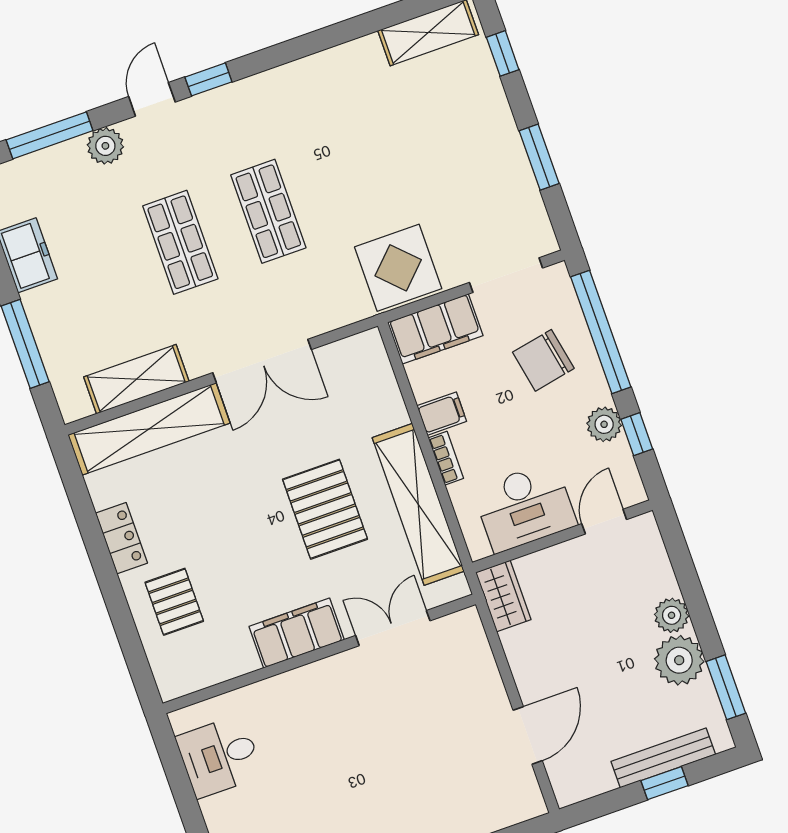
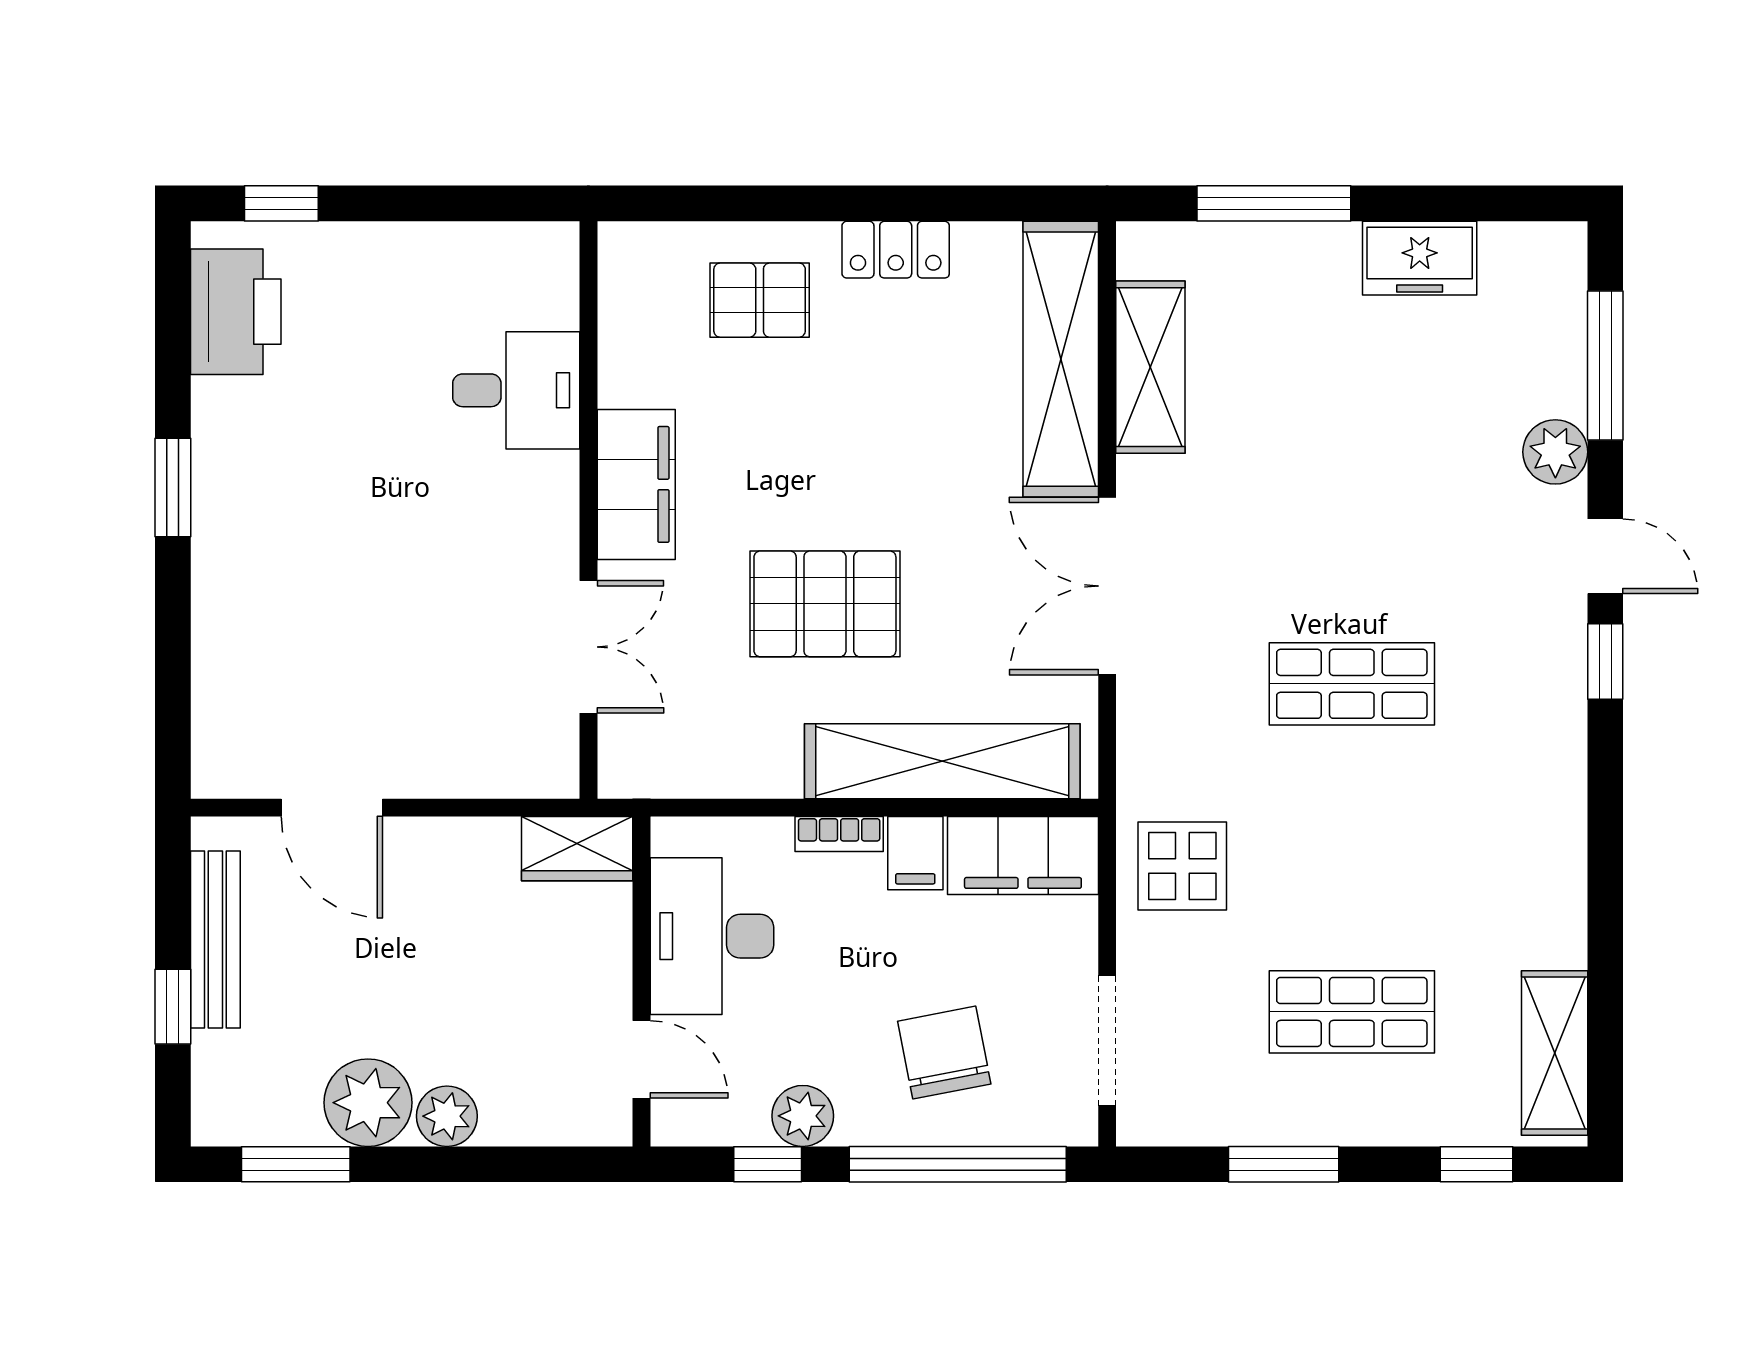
shop shelf: (180, 242) -> (1352, 1012), moved
display table: (398, 268) -> (1182, 866), width x0.73, depth x0.73
filing cabinet: (435, 329) -> (1023, 856), moved, turned -90
shelving: (418, 504) -> (942, 761), moved
desk: (219, 756) -> (516, 390), moved, turned 90
bench: (663, 758) -> (215, 940), moved

